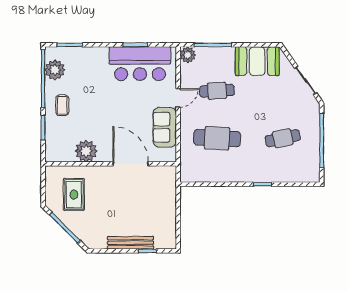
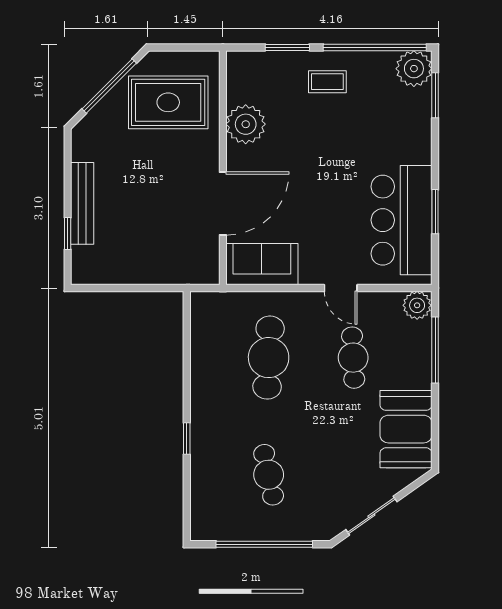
plant: (55, 70) -> (414, 69), moved
sofa: (165, 127) -> (262, 264), moved
rug: (74, 195) -> (168, 102), width x1.36, depth x1.43

